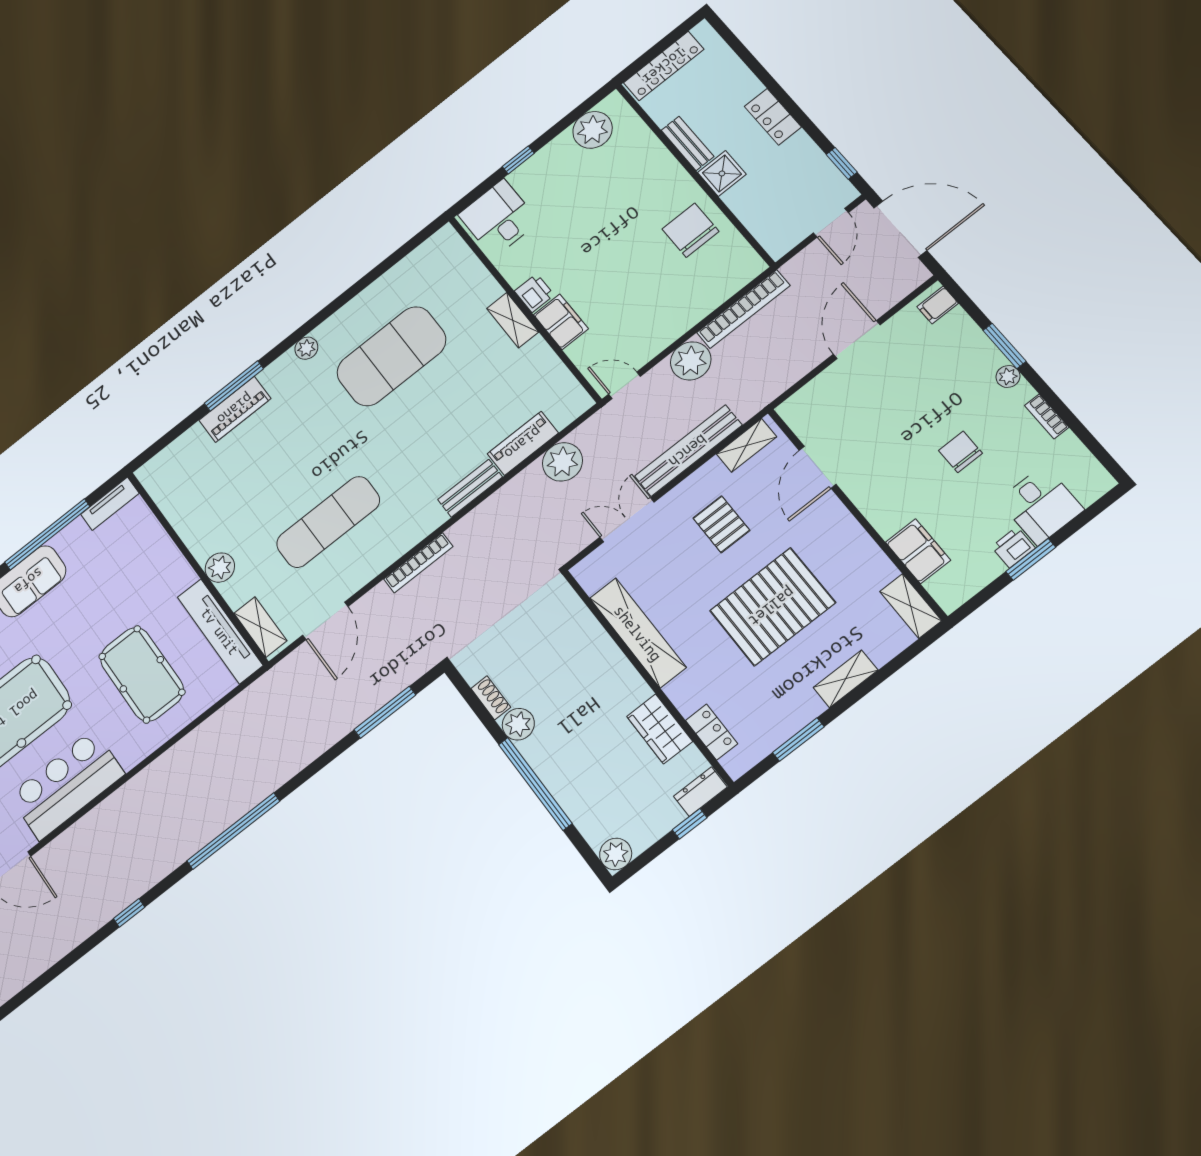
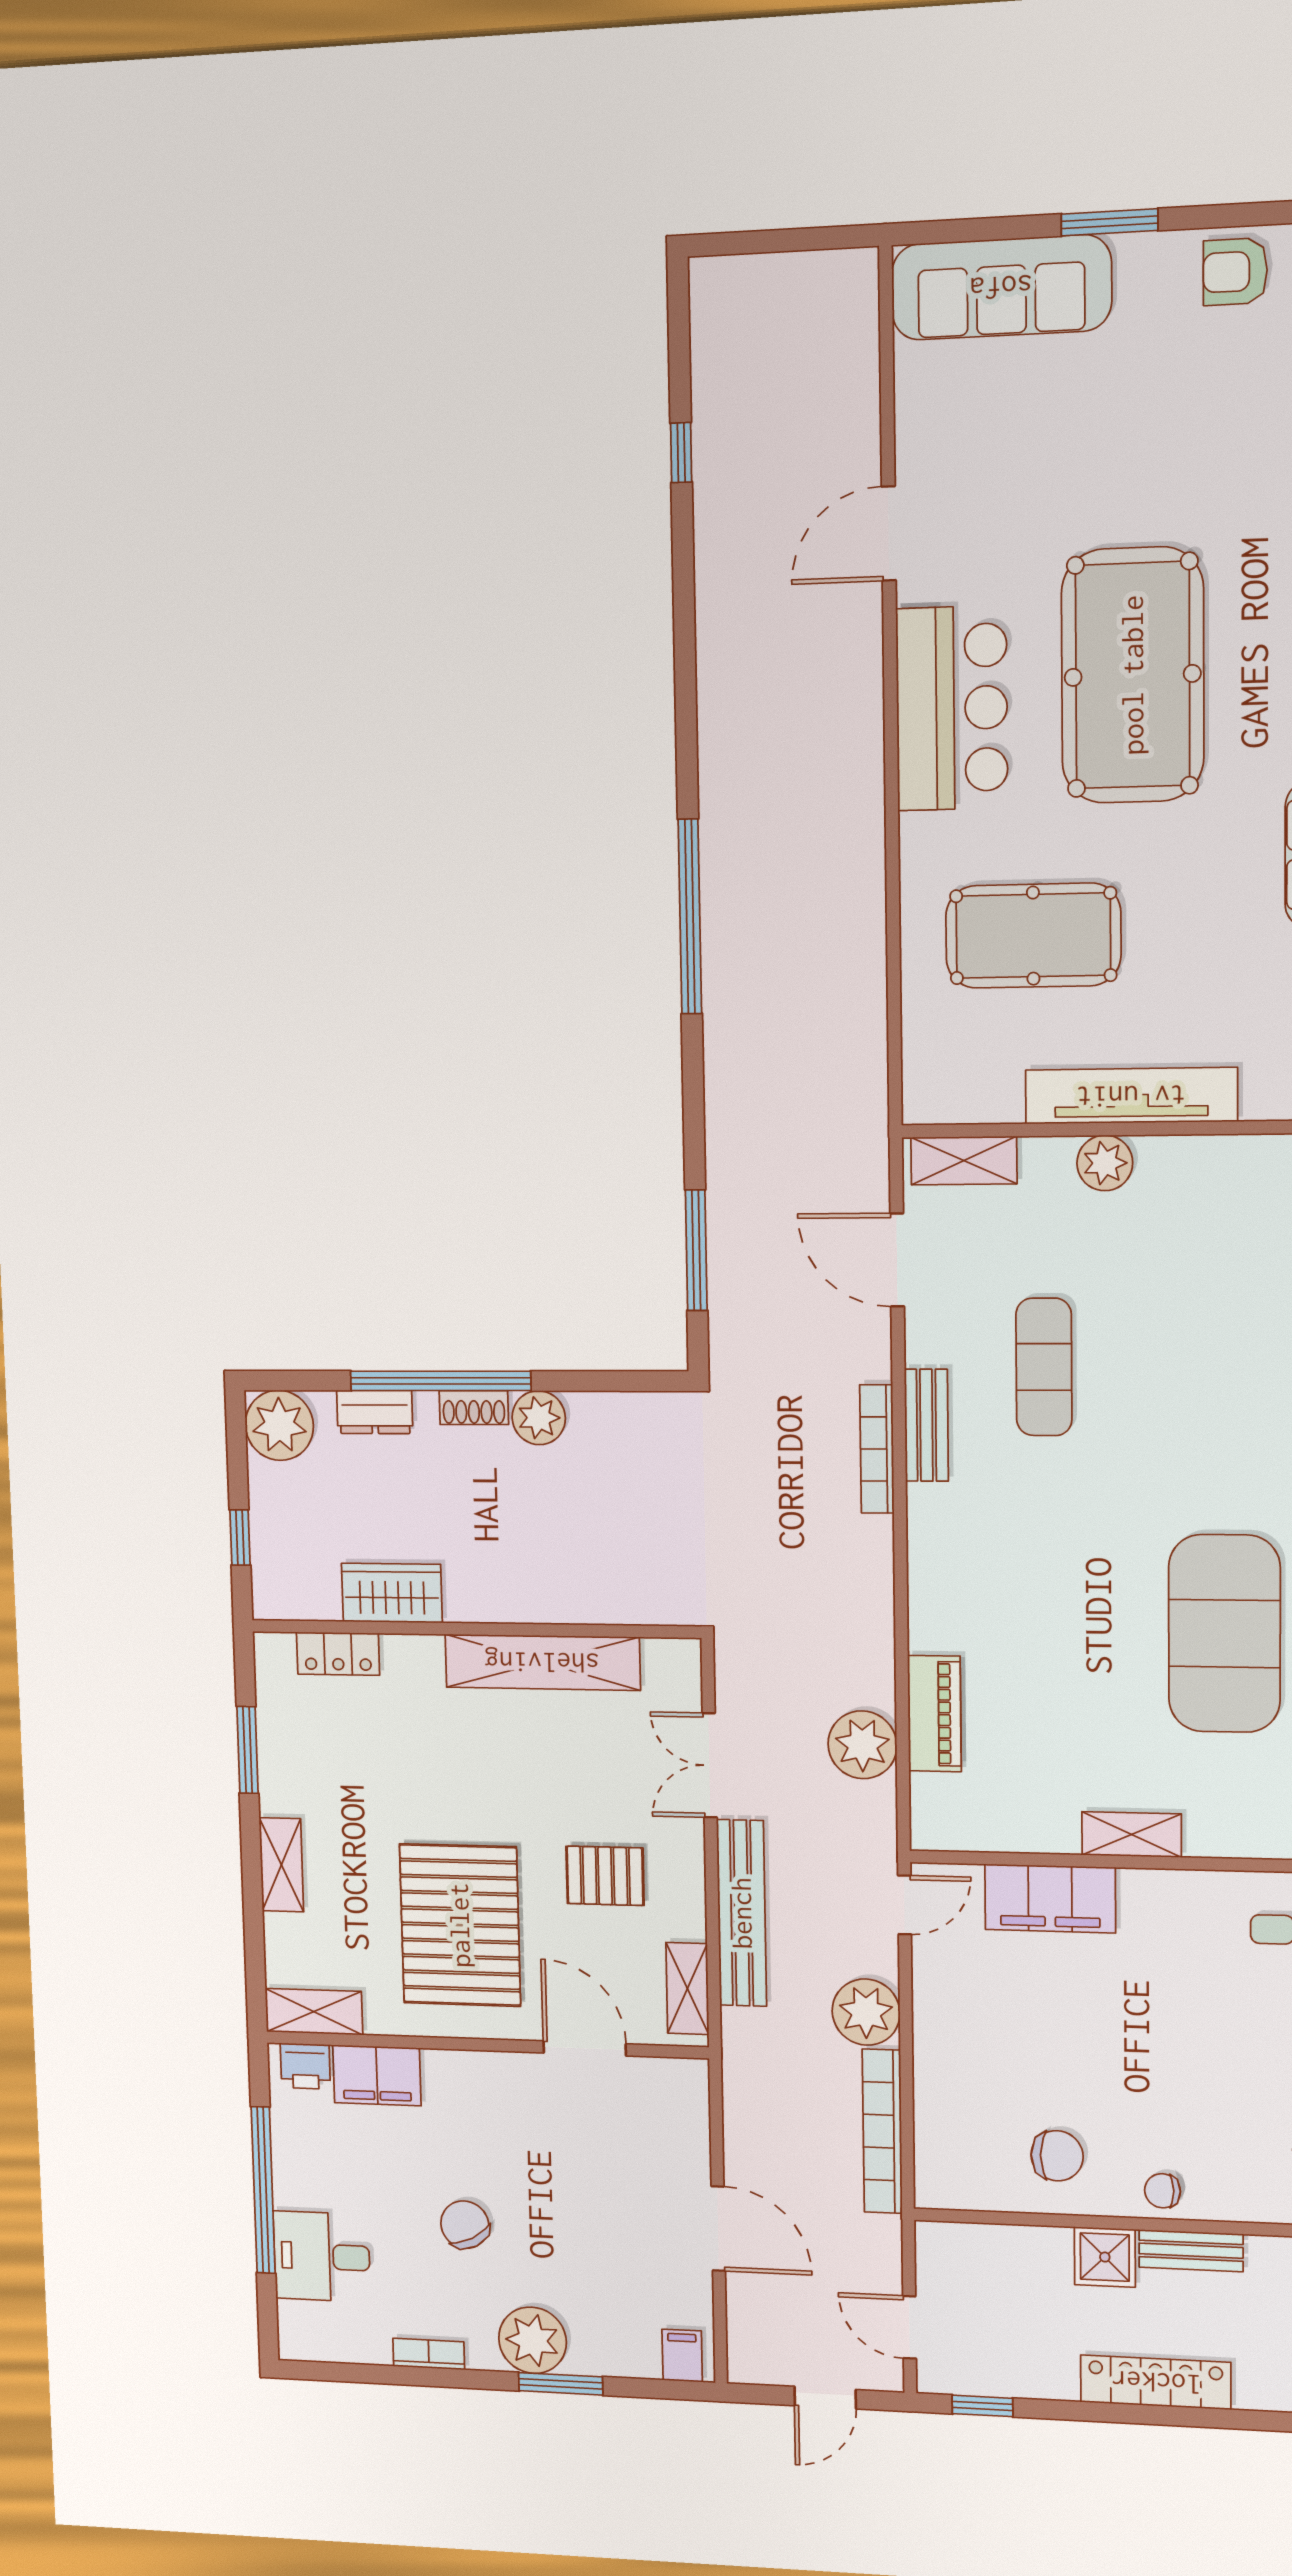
locker: (773, 117) -> (1156, 2382), width x1.53
chair: (669, 177) -> (1162, 2191), added
door: (900, 229) -> (825, 2398), width x0.53
chair: (690, 230) -> (1057, 2156), width x0.73, depth x0.73
printer: (534, 293) -> (1147, 1892), removed
filing cabinet: (561, 322) -> (1050, 1899), width x1.50, depth x1.17
plant: (1008, 376) -> (533, 2340), width x1.88, depth x1.88
chair: (960, 452) -> (465, 2225), turned -118
bench: (470, 488) -> (926, 1425), moved
double door: (627, 520) -> (710, 1765), swing flipped
exercise mat: (328, 522) -> (1044, 1367), width x0.73, depth x0.69
printer: (1013, 547) -> (305, 2066), moved, turned 90
window: (1031, 559) -> (263, 2190), width x2.11
pallet: (772, 607) -> (460, 1925), moved
tv unit: (220, 631) -> (1131, 1096), moved
shoe rack: (491, 698) -> (474, 1408), moved
dresser: (700, 792) -> (375, 1412), moved, turned 90
plant: (616, 854) -> (279, 1425), width x1.36, depth x1.36
window: (129, 913) -> (681, 453), moved

